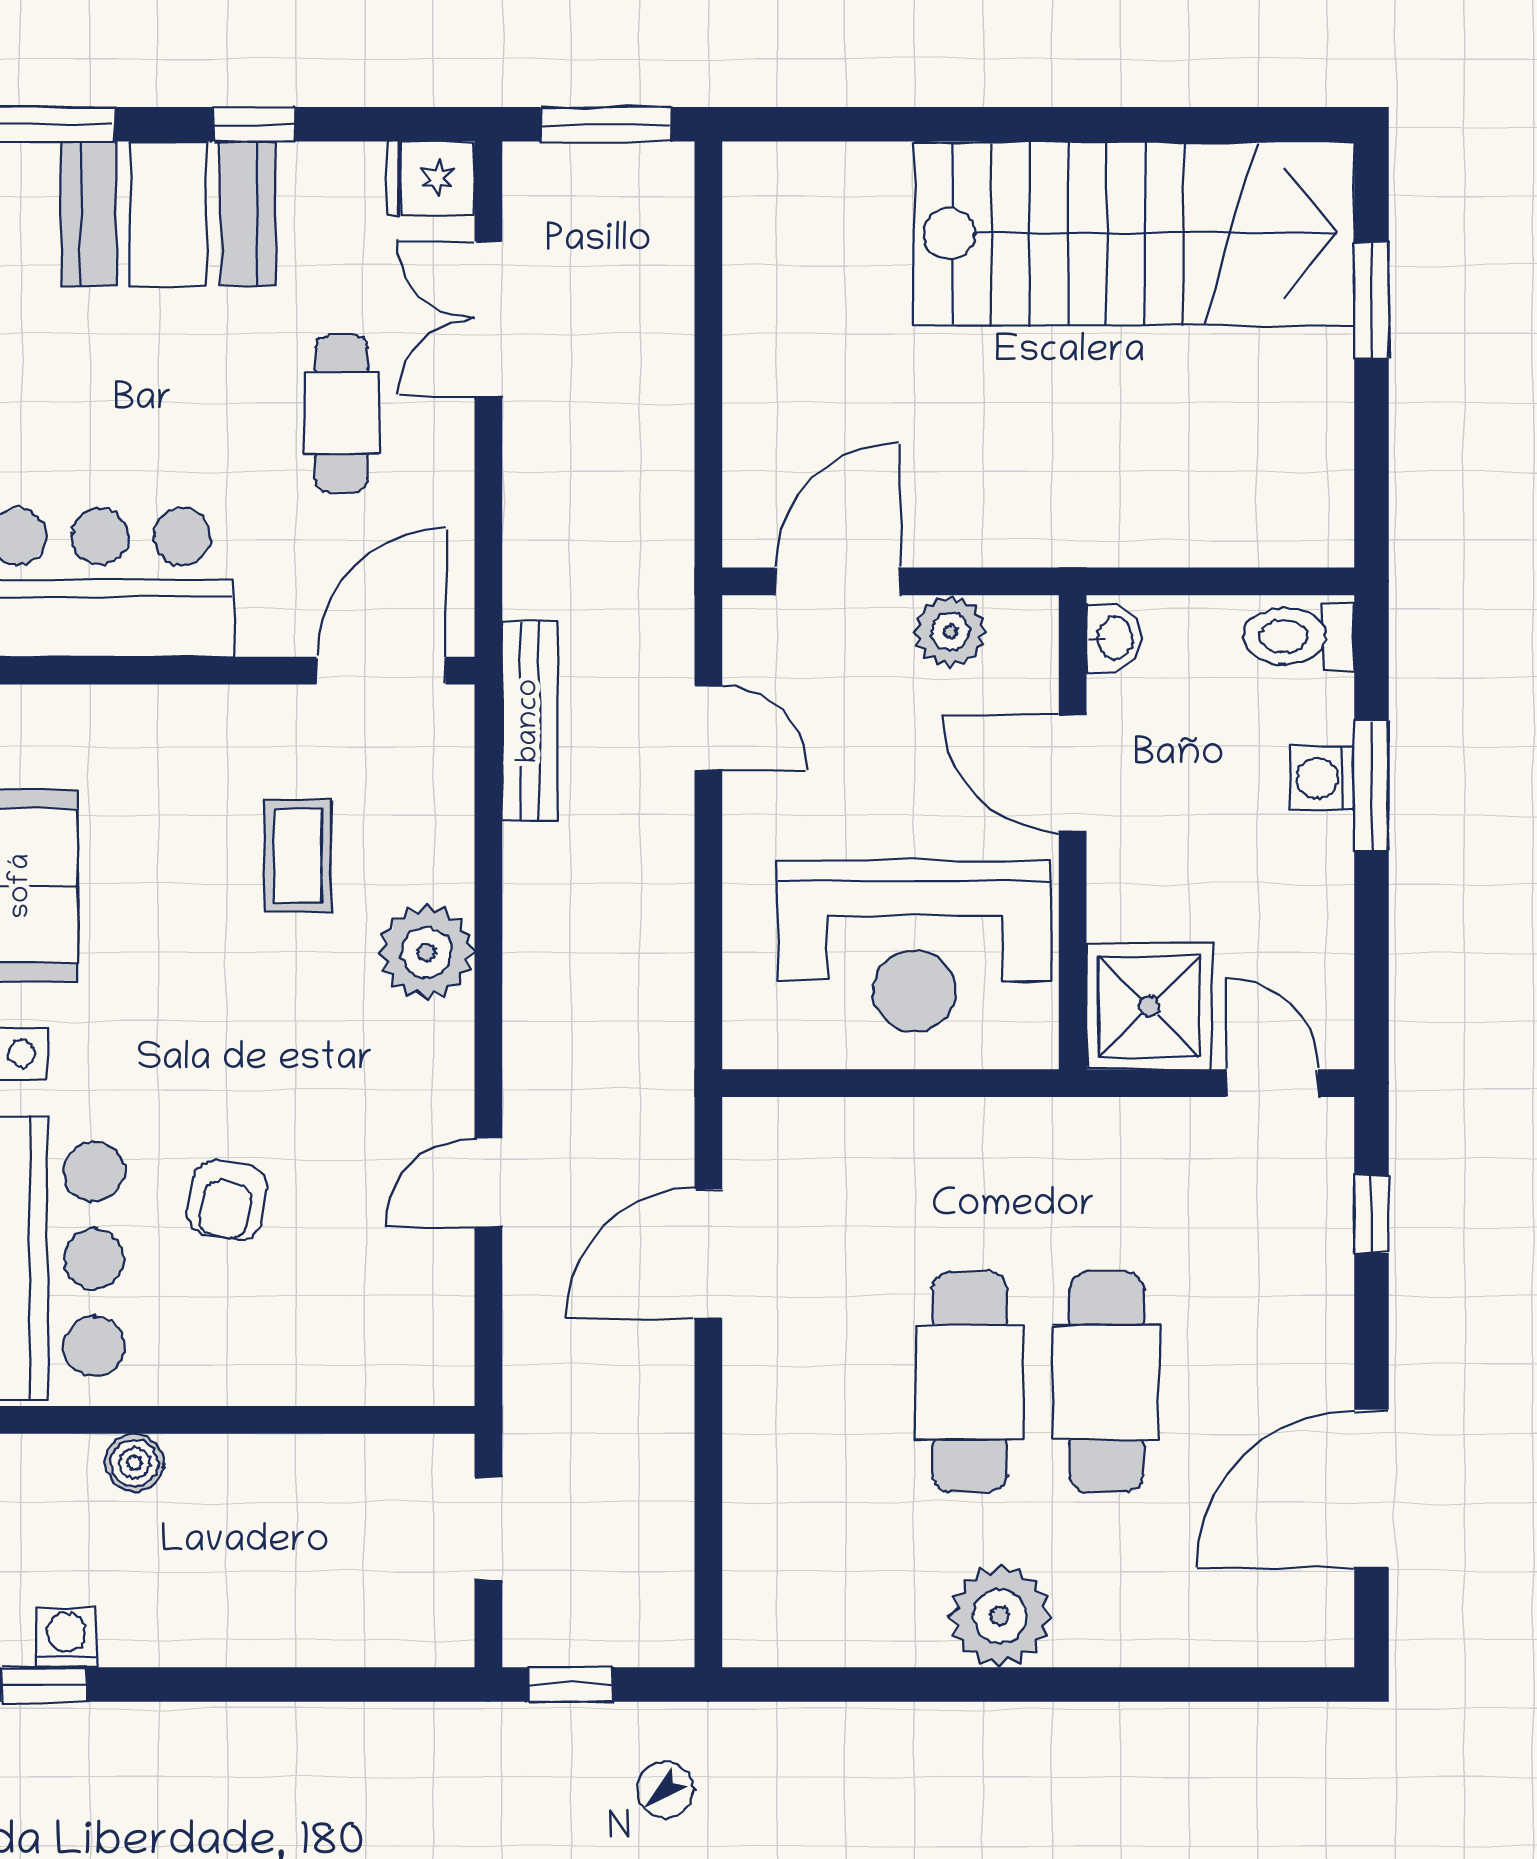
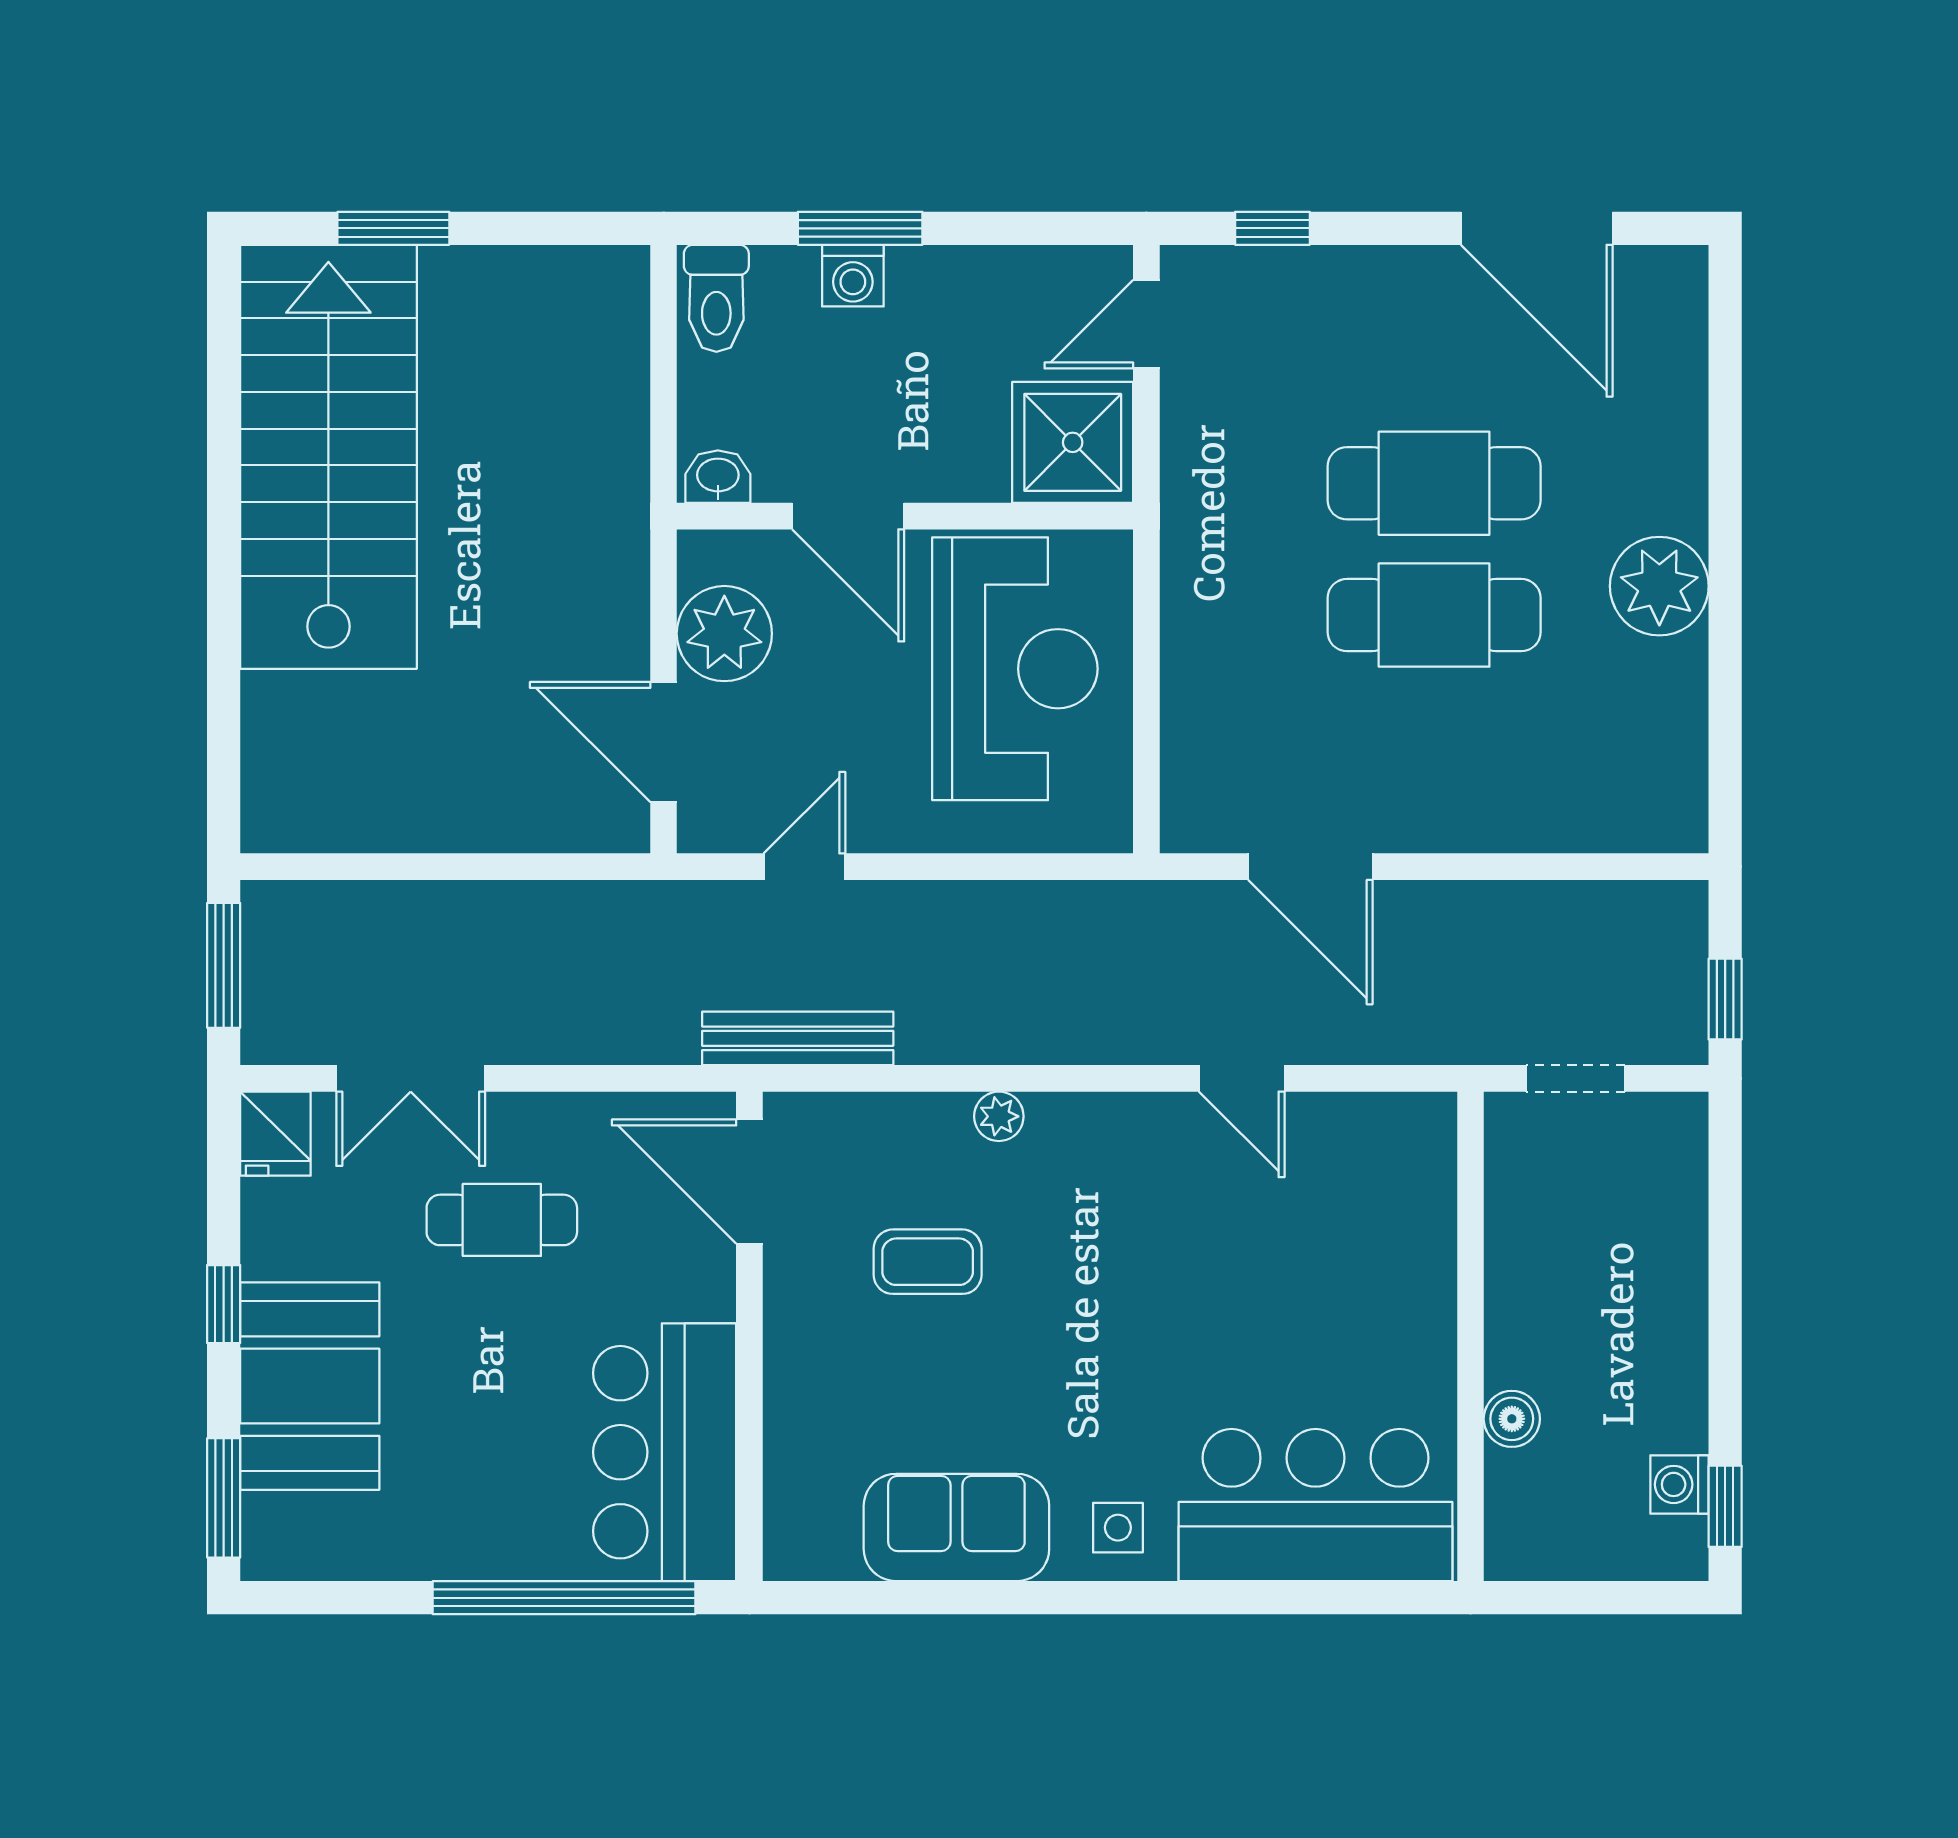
plant: (950, 631) -> (724, 634), width x1.36, depth x1.36
door: (1073, 773) -> (848, 516), hinge flipped
plant: (426, 952) -> (999, 1116), width x0.53, depth x0.53
armchair: (227, 1201) -> (1259, 1330), removed

